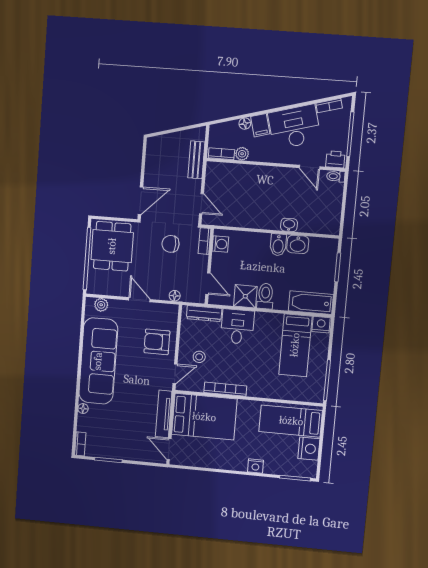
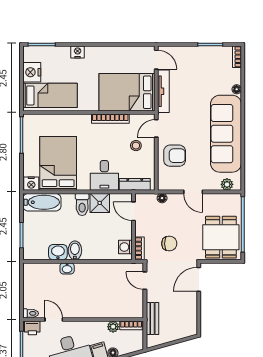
bed: (295, 345) -> (58, 163), width x1.50

